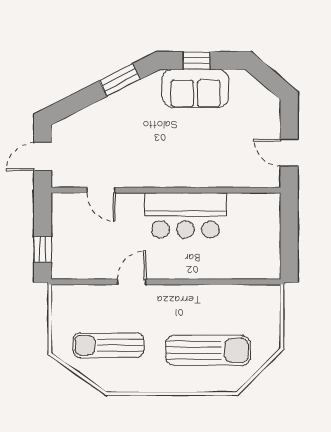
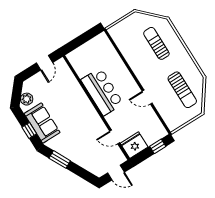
plant: (249, 88) -> (27, 99), added
door: (101, 190) -> (115, 137), swing flipped
fridge: (68, 213) -> (134, 145), added
sun lounger: (208, 350) -> (156, 43), width x0.73, depth x0.75

